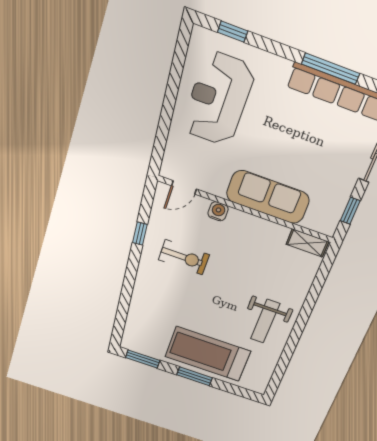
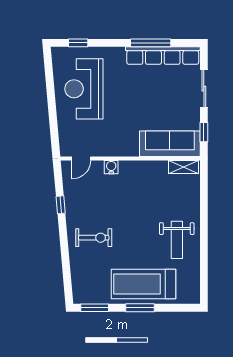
sofa: (268, 197) -> (170, 144), moved
exercise bike: (184, 257) -> (94, 238), moved

